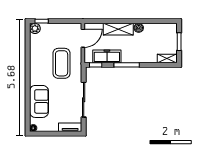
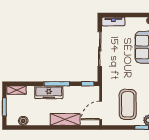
boiler: (139, 28) -> (23, 121), moved
freezer: (107, 56) -> (49, 92), moved
coffee table: (62, 63) -> (128, 104), moved

